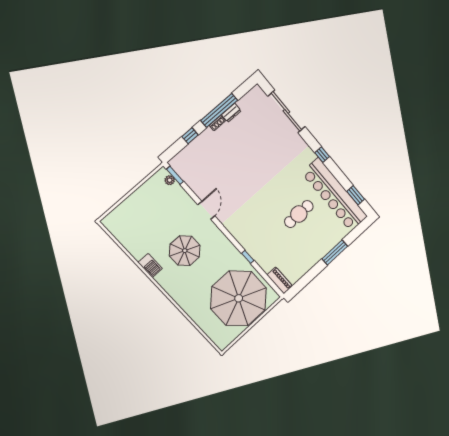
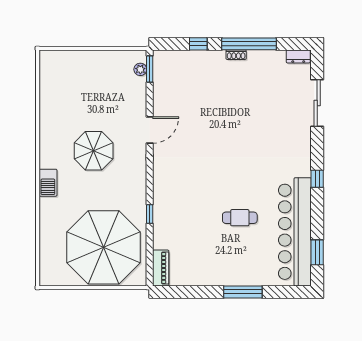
sliding door: (286, 111) -> (317, 103), width x0.73
dresser: (231, 113) -> (298, 56), moved
cafe table: (299, 214) -> (240, 218), width x0.73, depth x0.74
barbecue: (150, 265) -> (48, 183), moved

